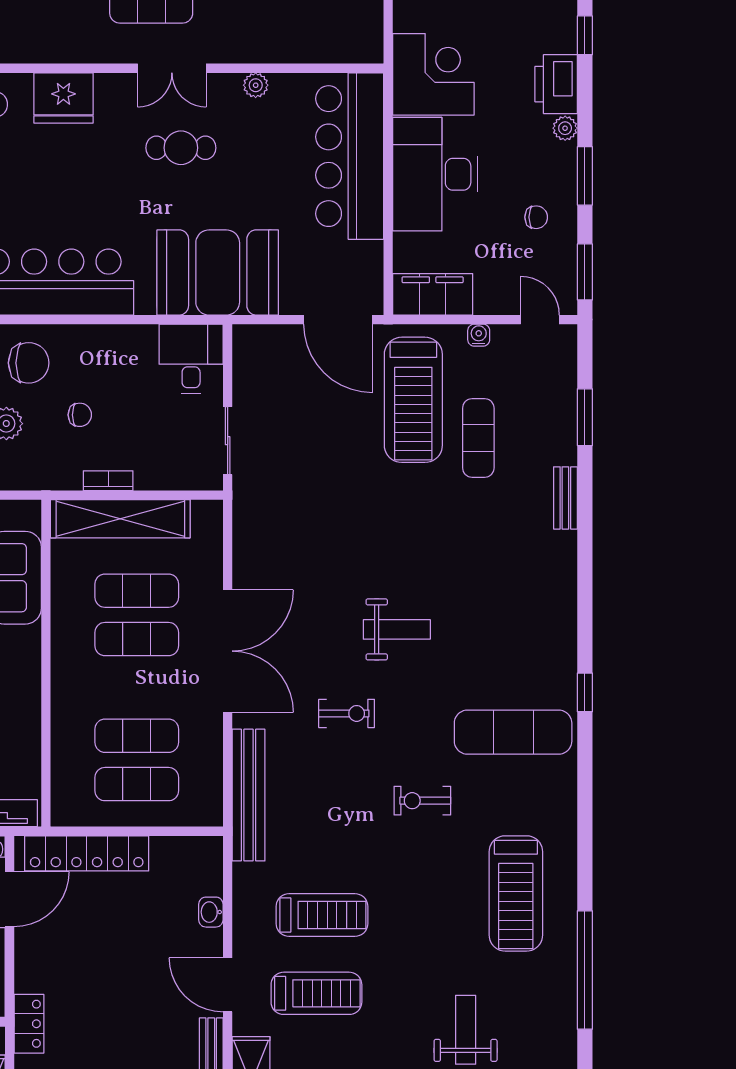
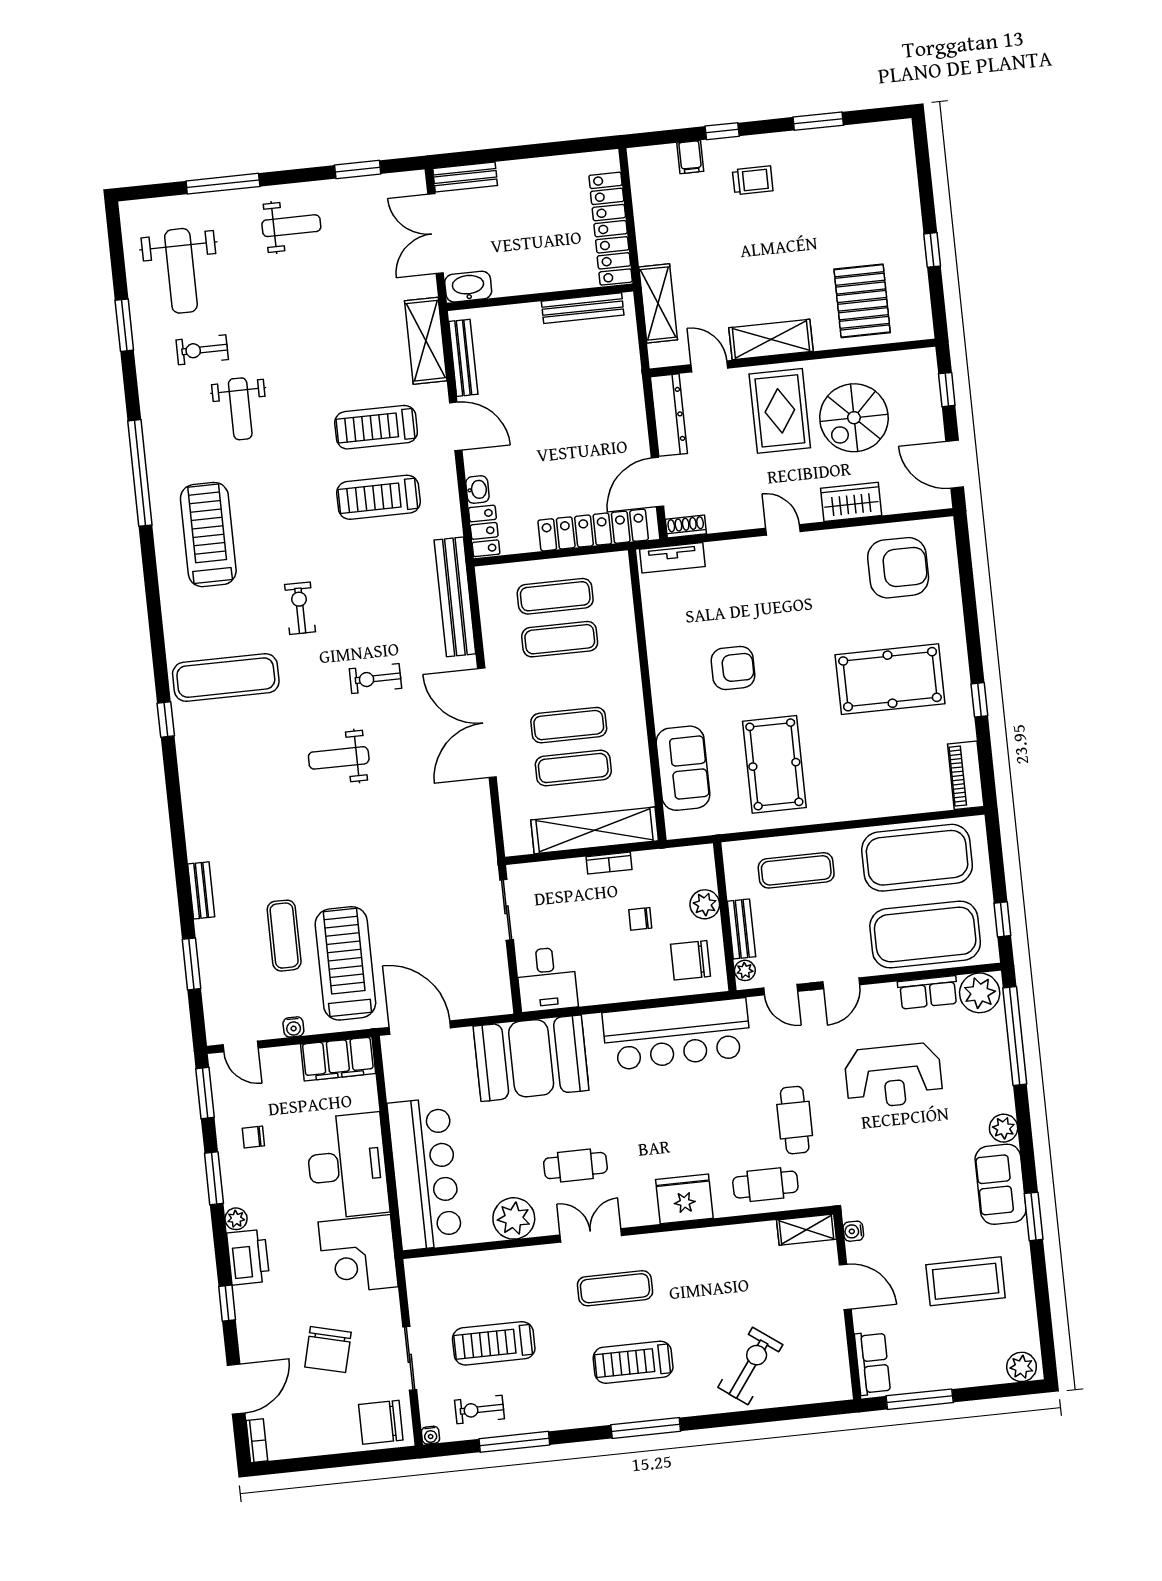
plant: (256, 85) -> (514, 1218), width x1.87, depth x1.87
exercise bike: (422, 801) -> (300, 608), turned -90
locker: (29, 1024) -> (484, 531), moved, turned 180

